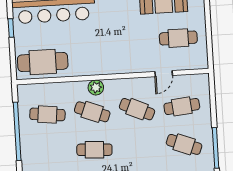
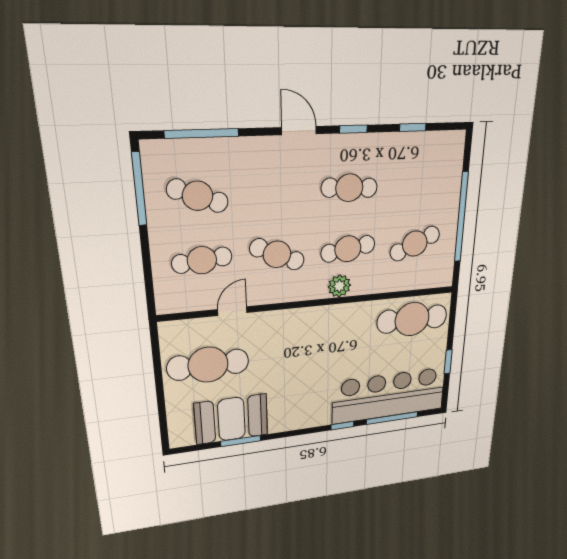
cafe table: (178, 38) -> (208, 365), width x1.37, depth x1.35
cafe table: (92, 112) -> (348, 249), turned -30
cafe table: (47, 114) -> (415, 244), turned -30

